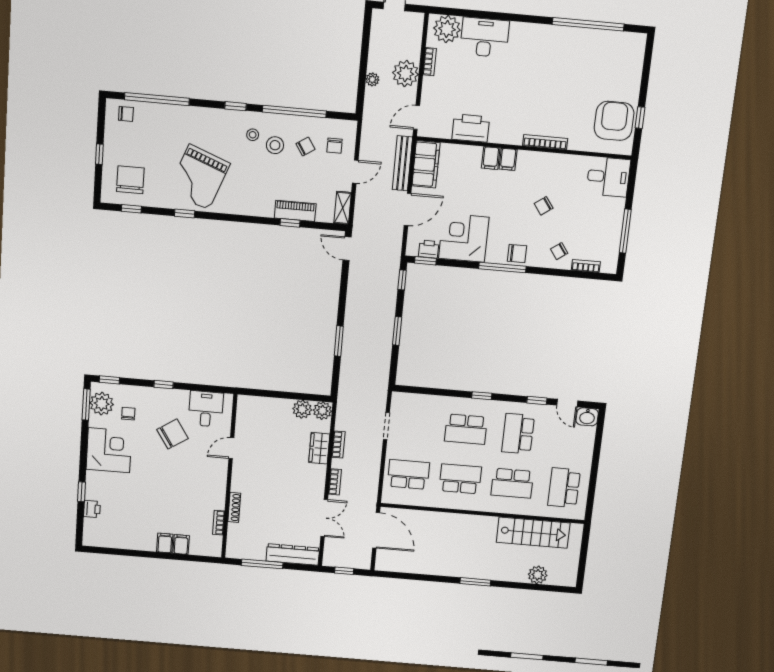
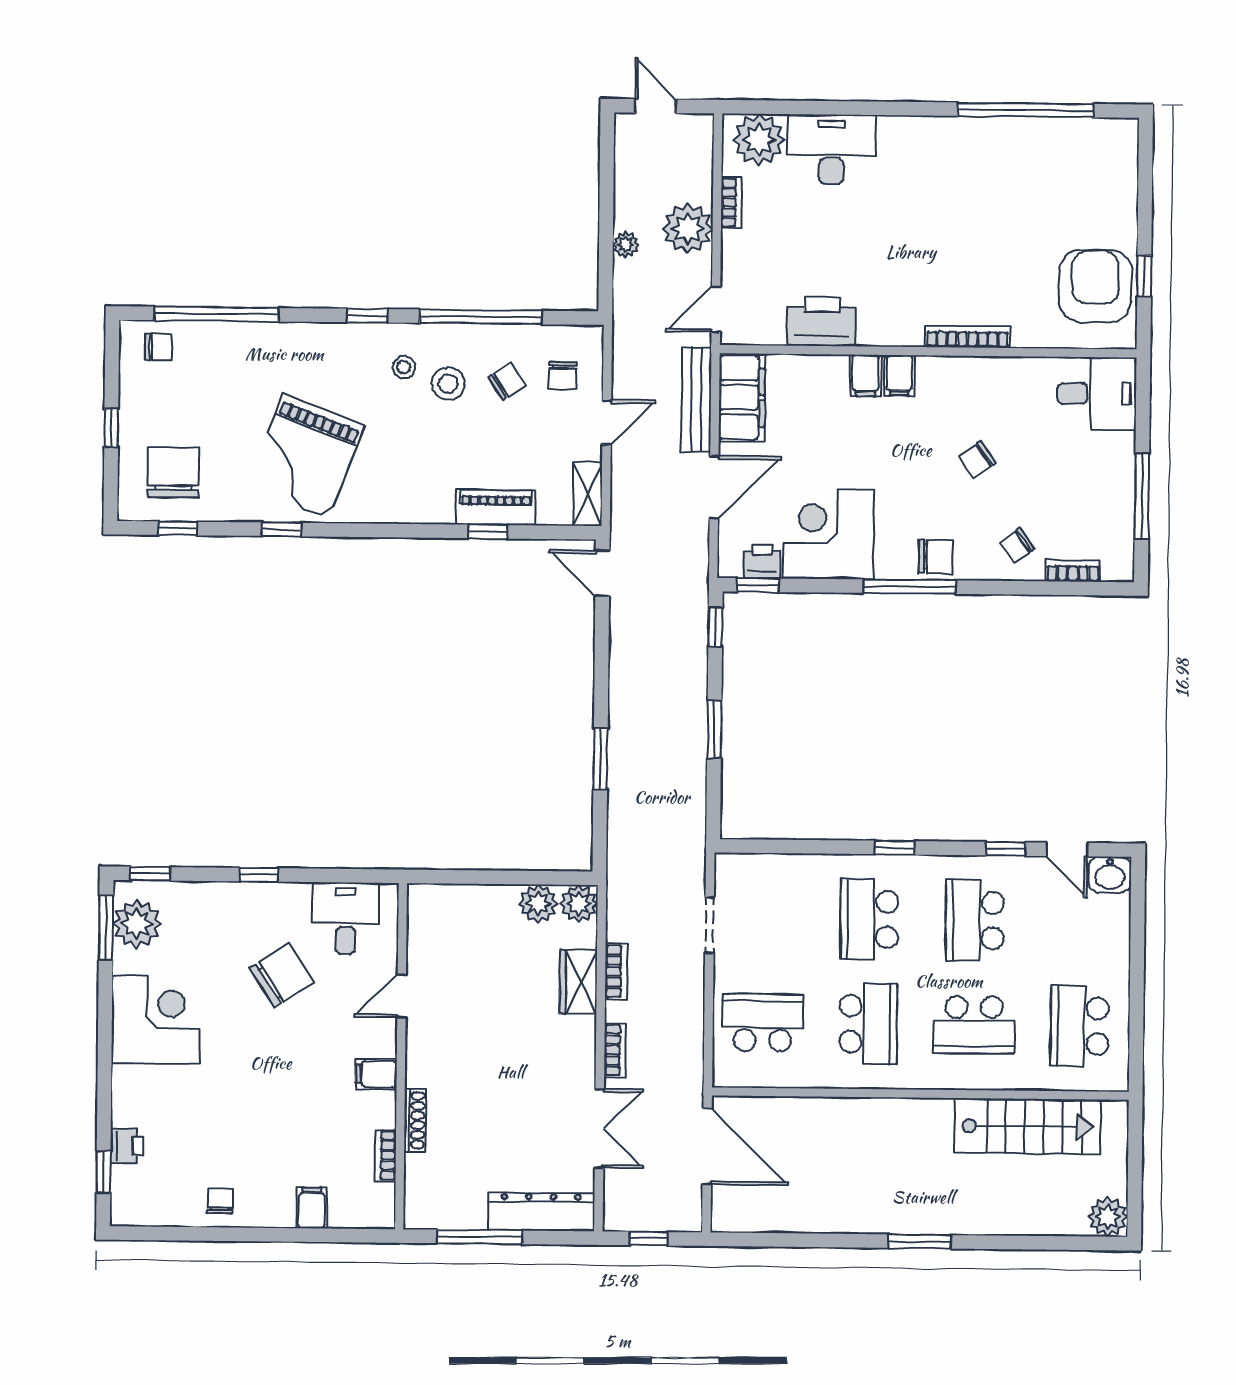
chair: (128, 414) -> (220, 1201), moved
school desk: (466, 429) -> (869, 919), turned 90
school desk: (460, 479) -> (868, 1024), turned 90
window: (82, 492) -> (103, 1172), moved
filing cabinet: (165, 543) -> (376, 1074), moved, turned -90
plant: (538, 575) -> (1108, 1217), moved

